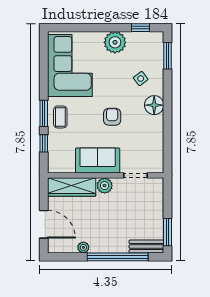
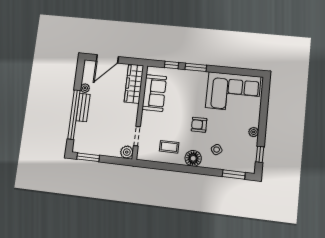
plant: (115, 42) -> (254, 132), width x0.53, depth x0.53
coffee table: (60, 117) -> (169, 147), moved
armchair: (112, 117) -> (199, 125), moved, turned 180
sofa: (98, 161) -> (154, 93), moved
plant: (105, 186) -> (127, 152), moved
bench: (146, 247) -> (83, 108), moved

